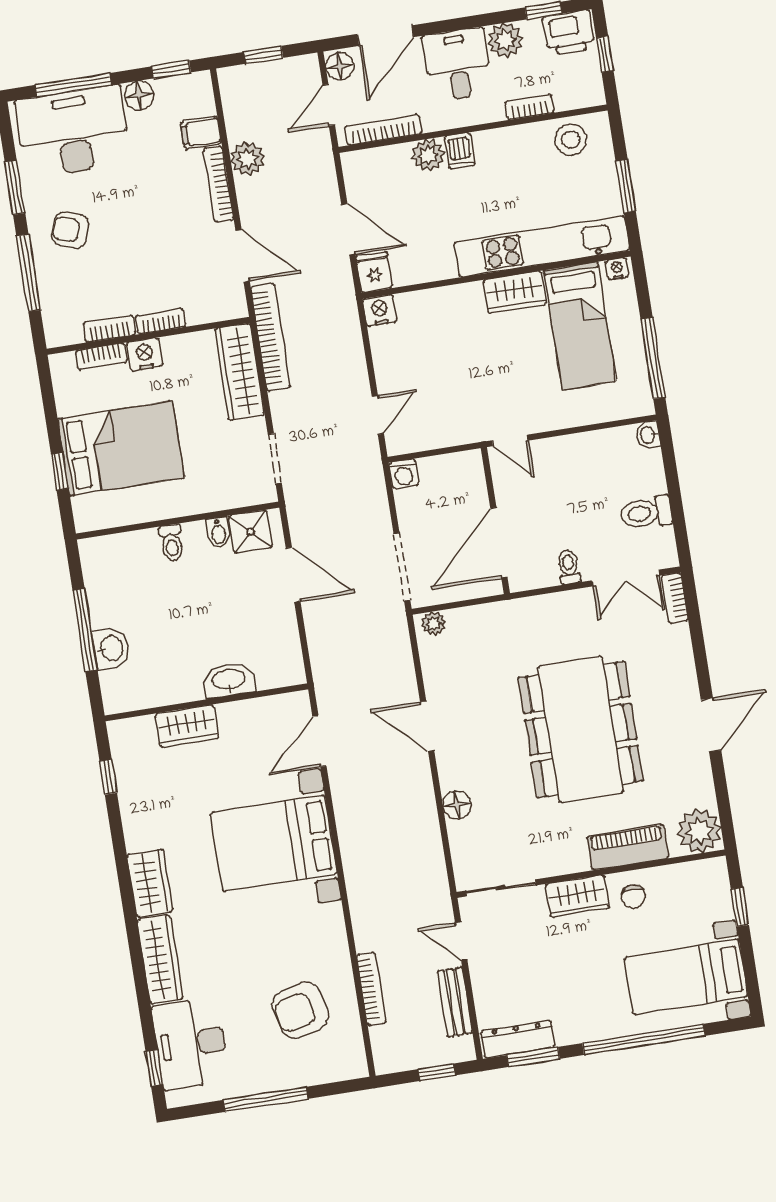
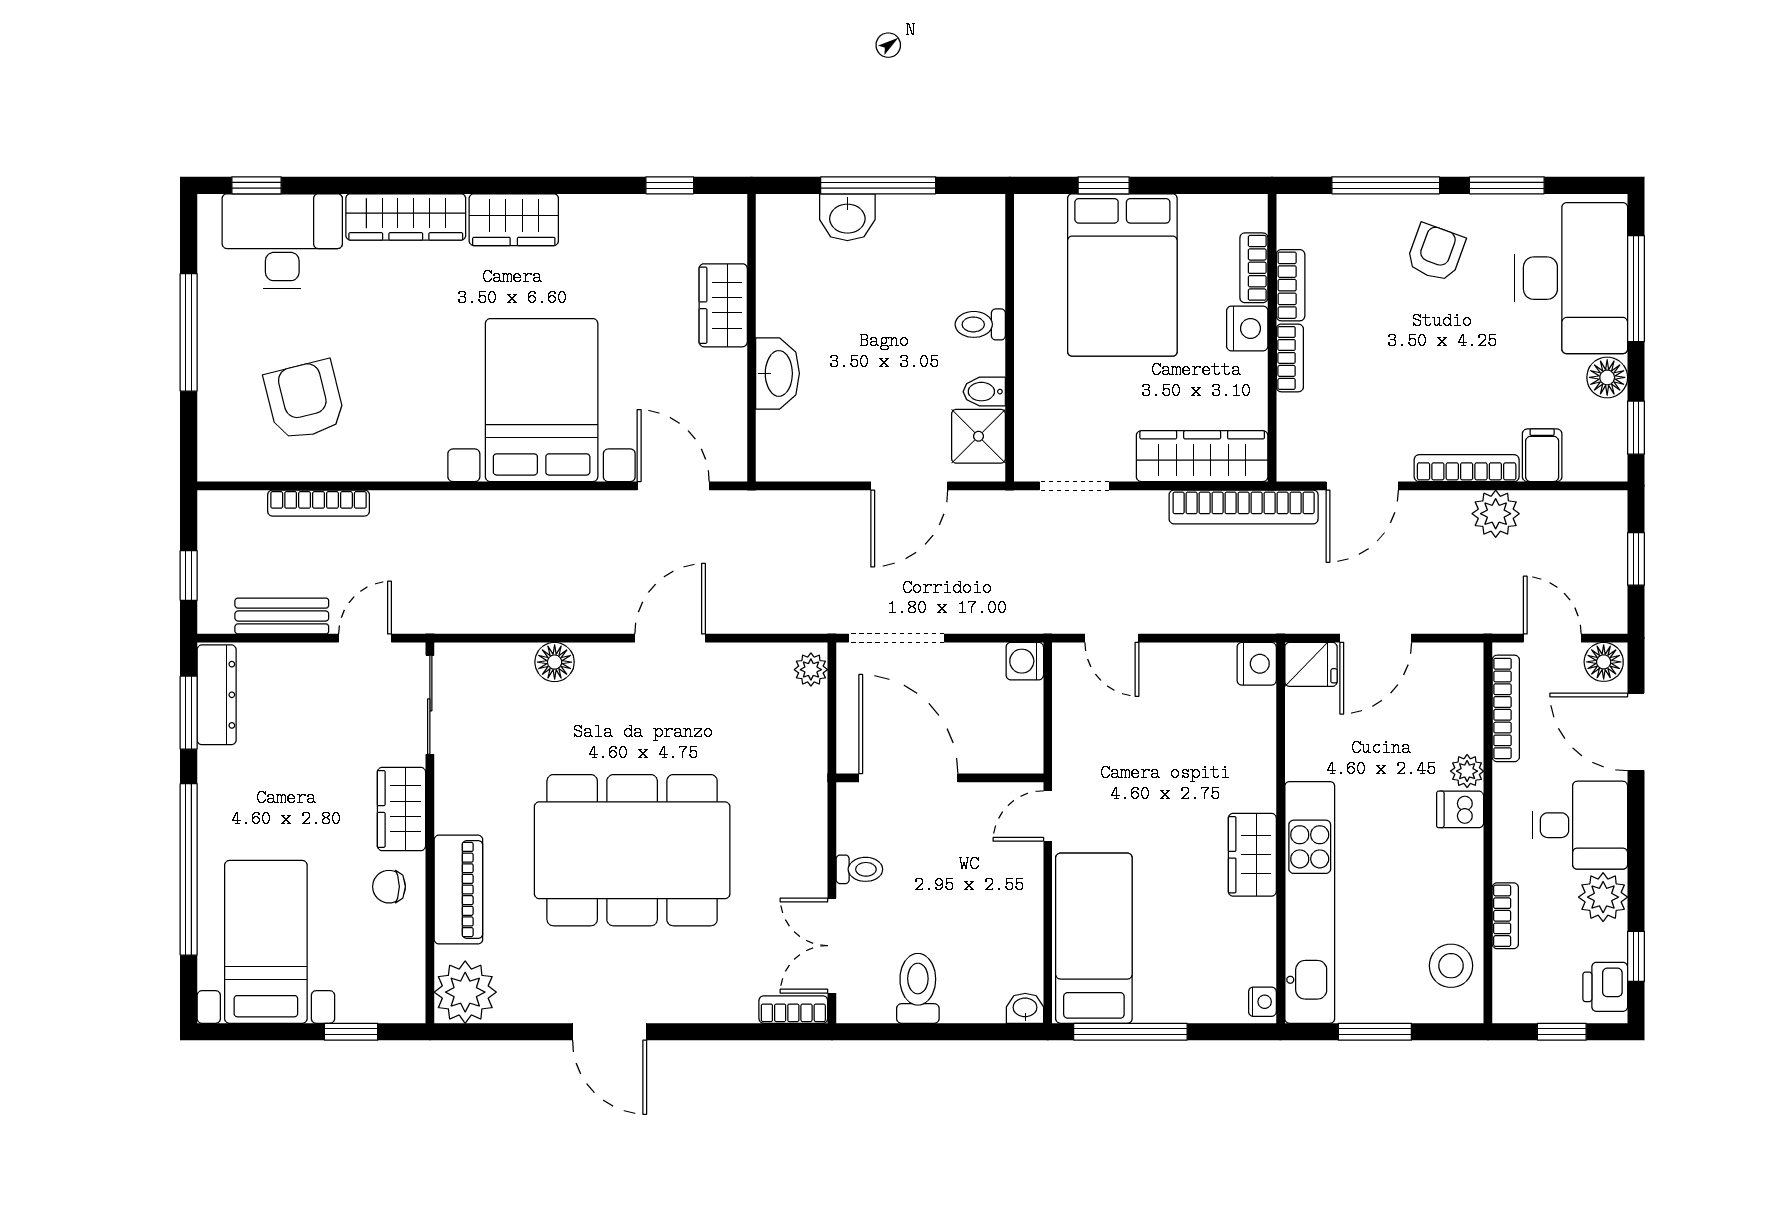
printer: (569, 33) -> (1605, 987), width x0.73, depth x0.81
plant: (428, 155) -> (1467, 771), width x0.73, depth x0.73
bed: (580, 326) -> (1094, 938), moved, turned 90

